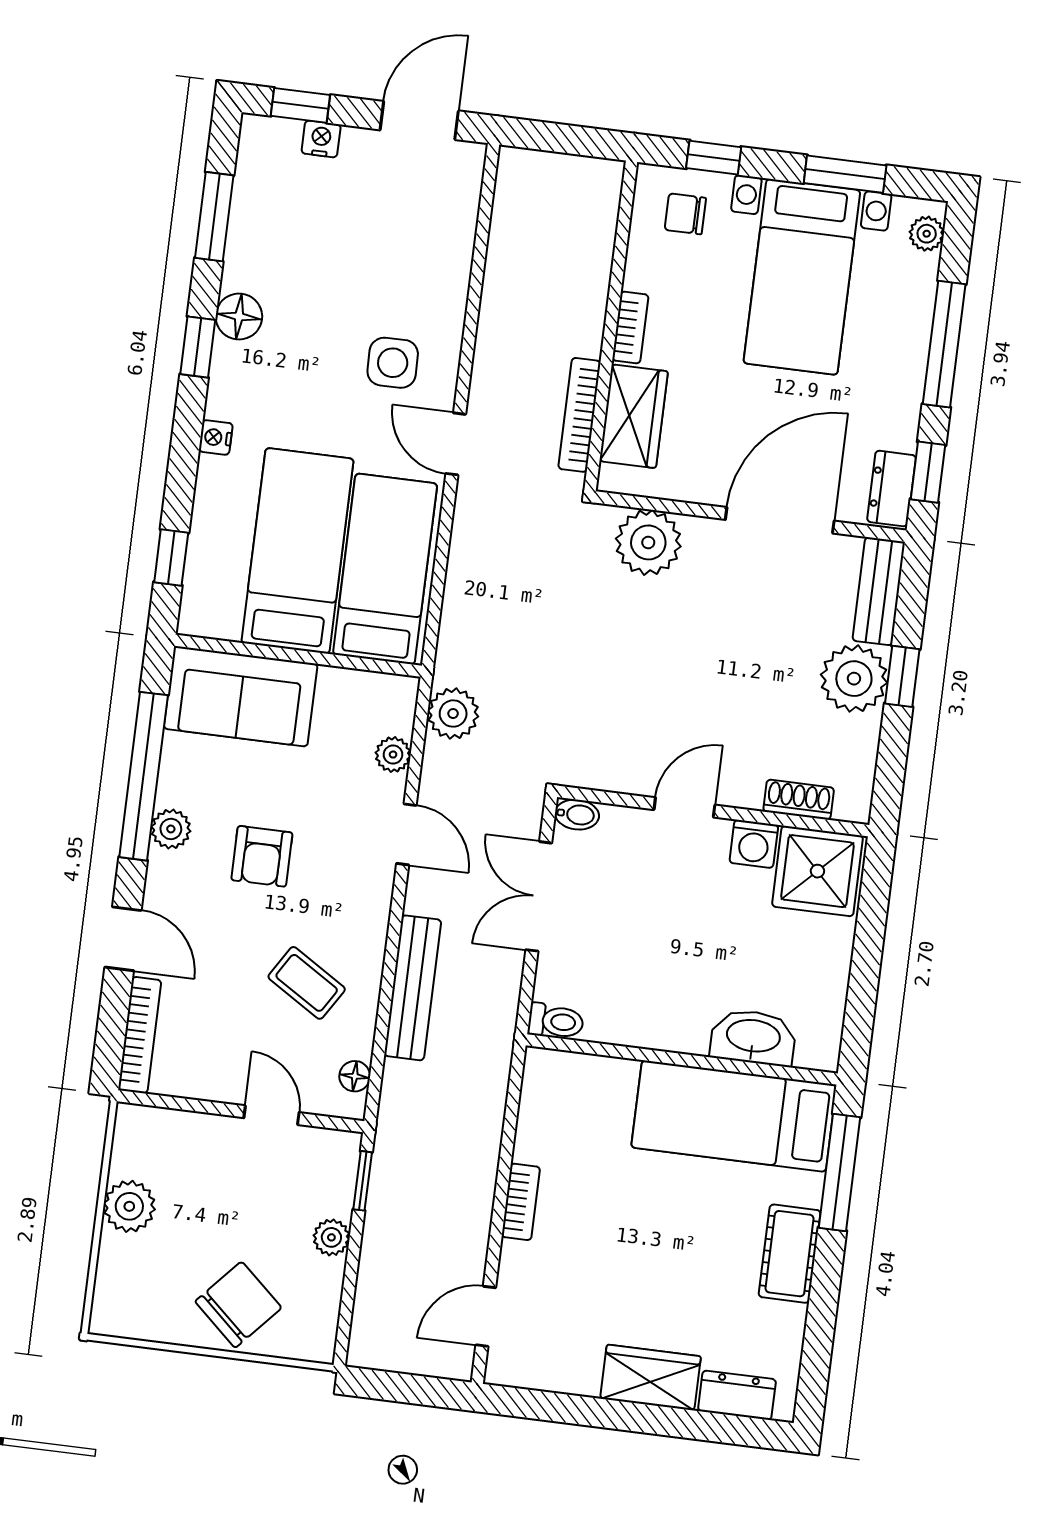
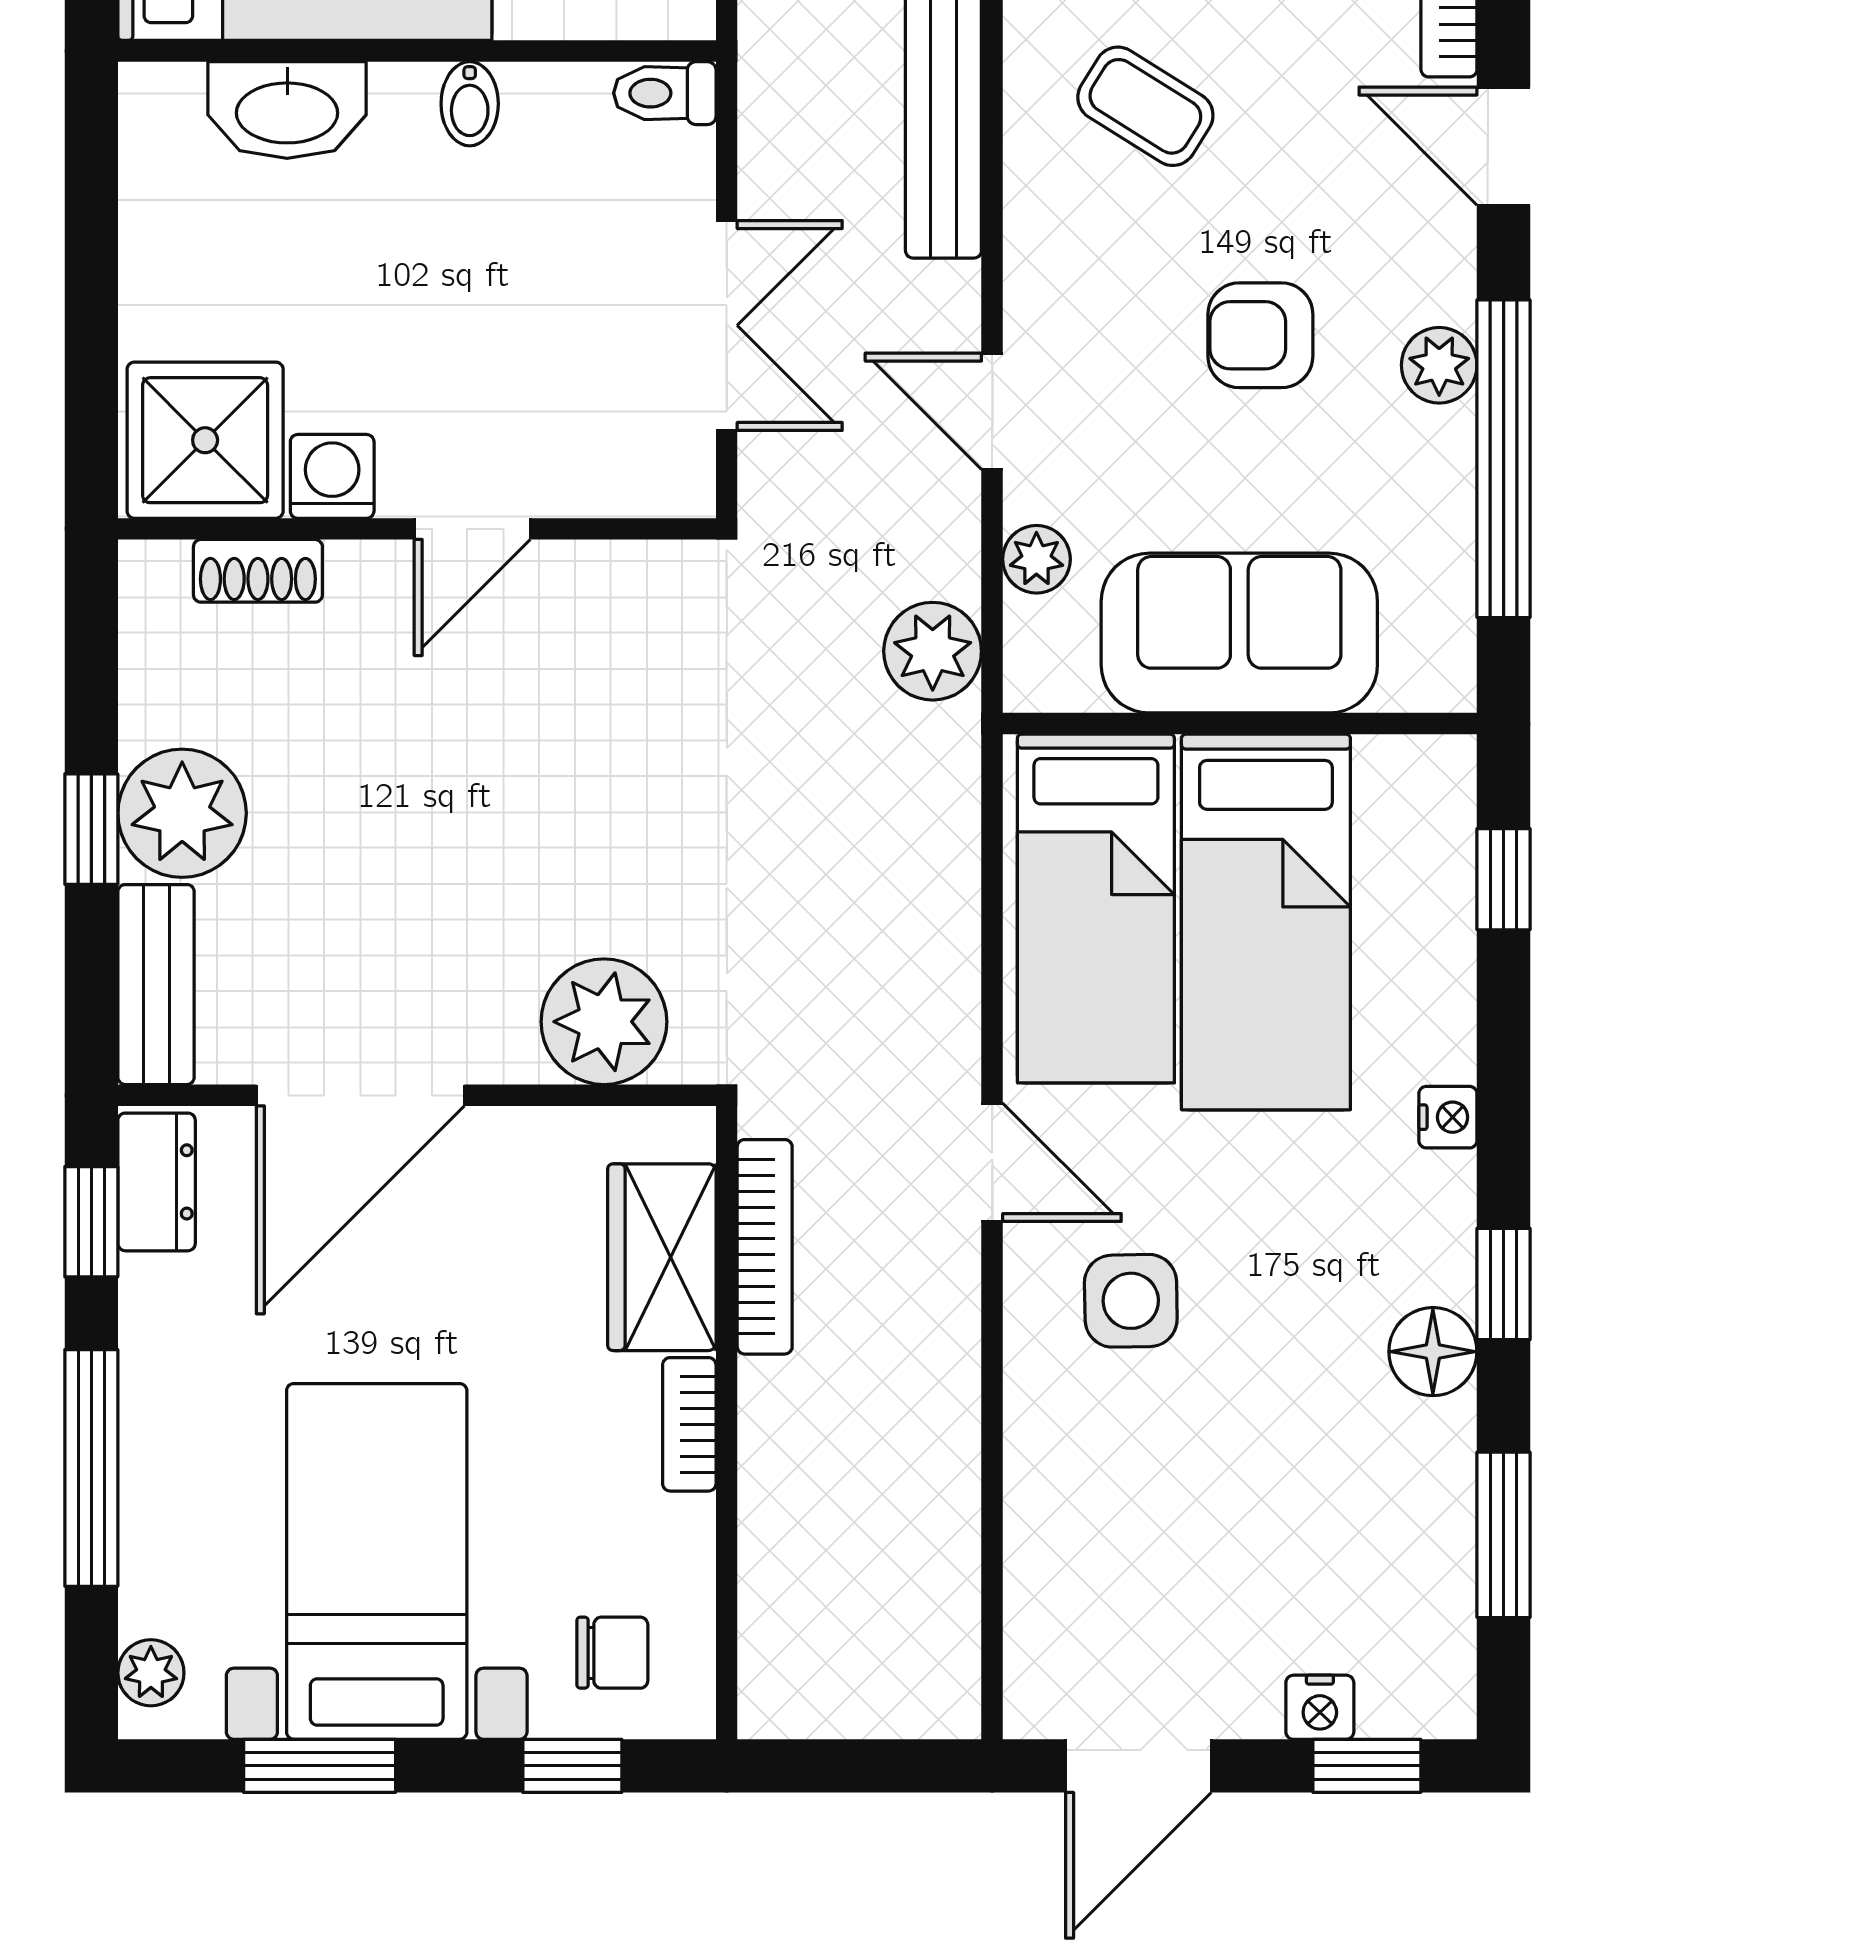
sofa: (241, 696) -> (1239, 633), moved
bidet: (577, 815) -> (470, 104), moved, turned -90
armchair: (262, 856) -> (1260, 335), turned -90

